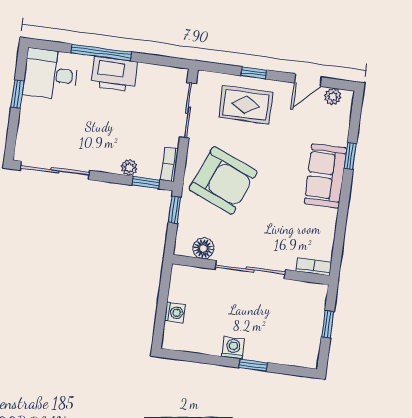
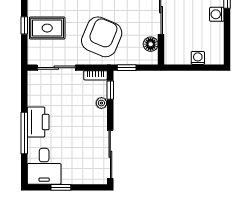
rug: (246, 105) -> (47, 28), turned 90

